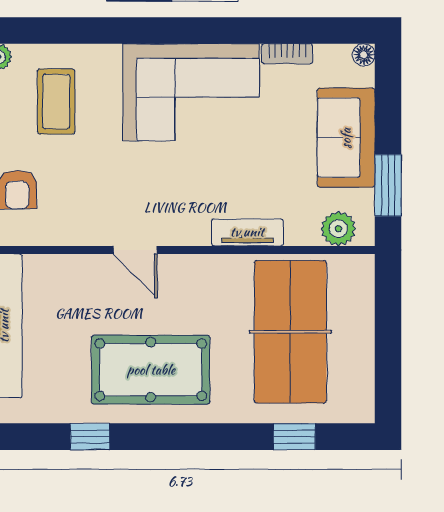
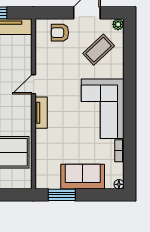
coffee table: (56, 101) -> (99, 50), turned -43
plant: (338, 229) -> (43, 173), removed
tv unit: (247, 232) -> (41, 113), moved

